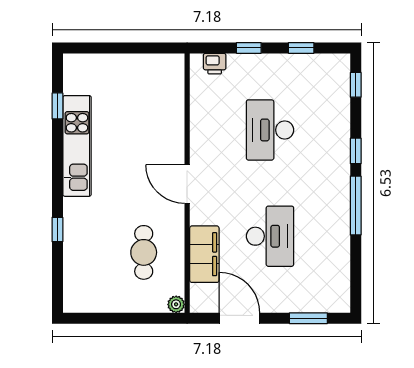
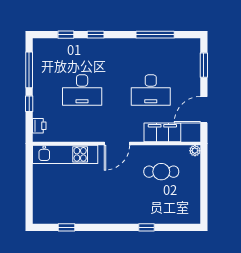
window: (301, 48) -> (29, 70), width x2.17
window: (356, 85) -> (66, 35), moved
kitchen unit: (77, 146) -> (65, 154), moved, turned 180
window: (356, 206) -> (155, 35), moved
desk: (270, 236) -> (151, 90), turned 180

